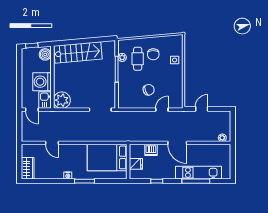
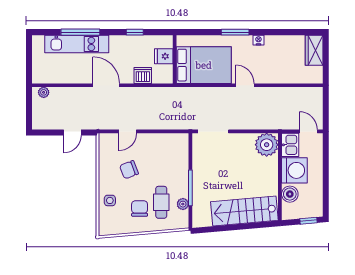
boiler: (45, 54) -> (290, 194), moved
chair: (149, 90) -> (129, 170), moved
door: (52, 143) -> (245, 85), moved

